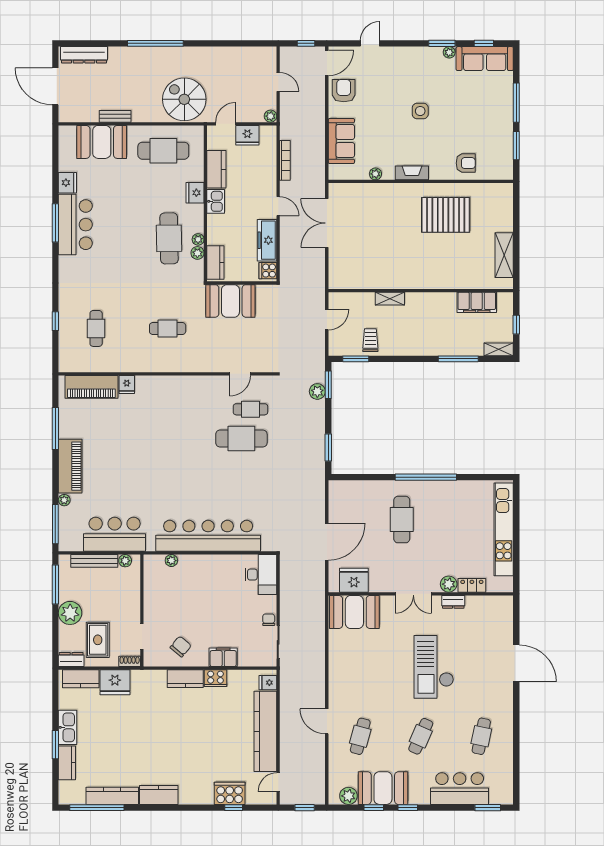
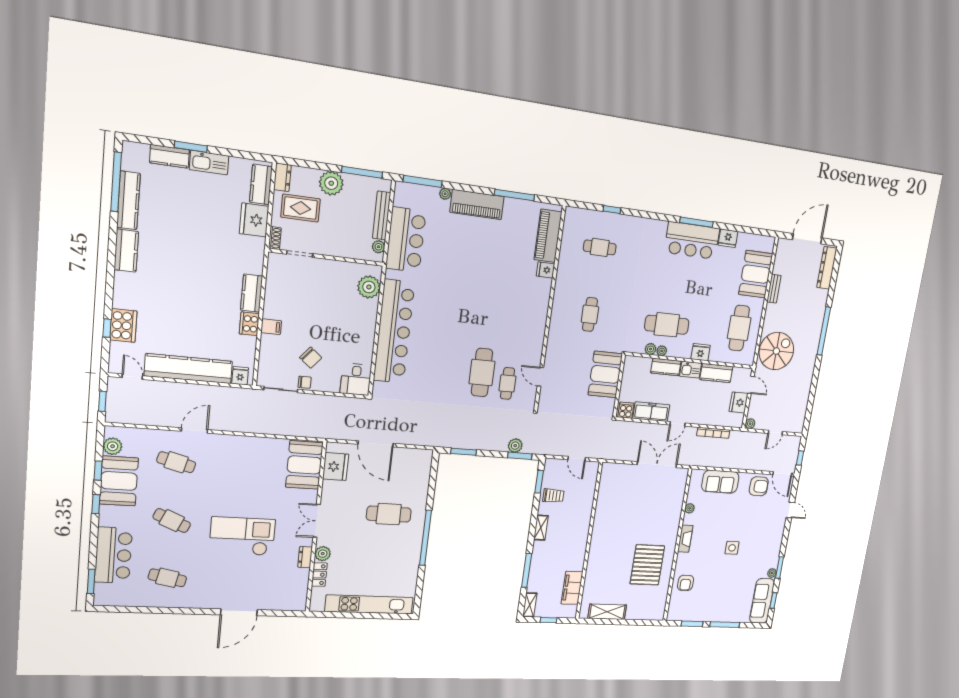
kitchen counter: (215, 262) -> (666, 367), moved
shelving: (390, 299) -> (541, 528), moved
plant: (171, 561) -> (369, 287), width x1.87, depth x1.87
desk: (261, 575) -> (356, 379), width x0.73
chair: (181, 647) -> (311, 358), moved
filing cabinet: (223, 657) -> (271, 327), width x0.50

